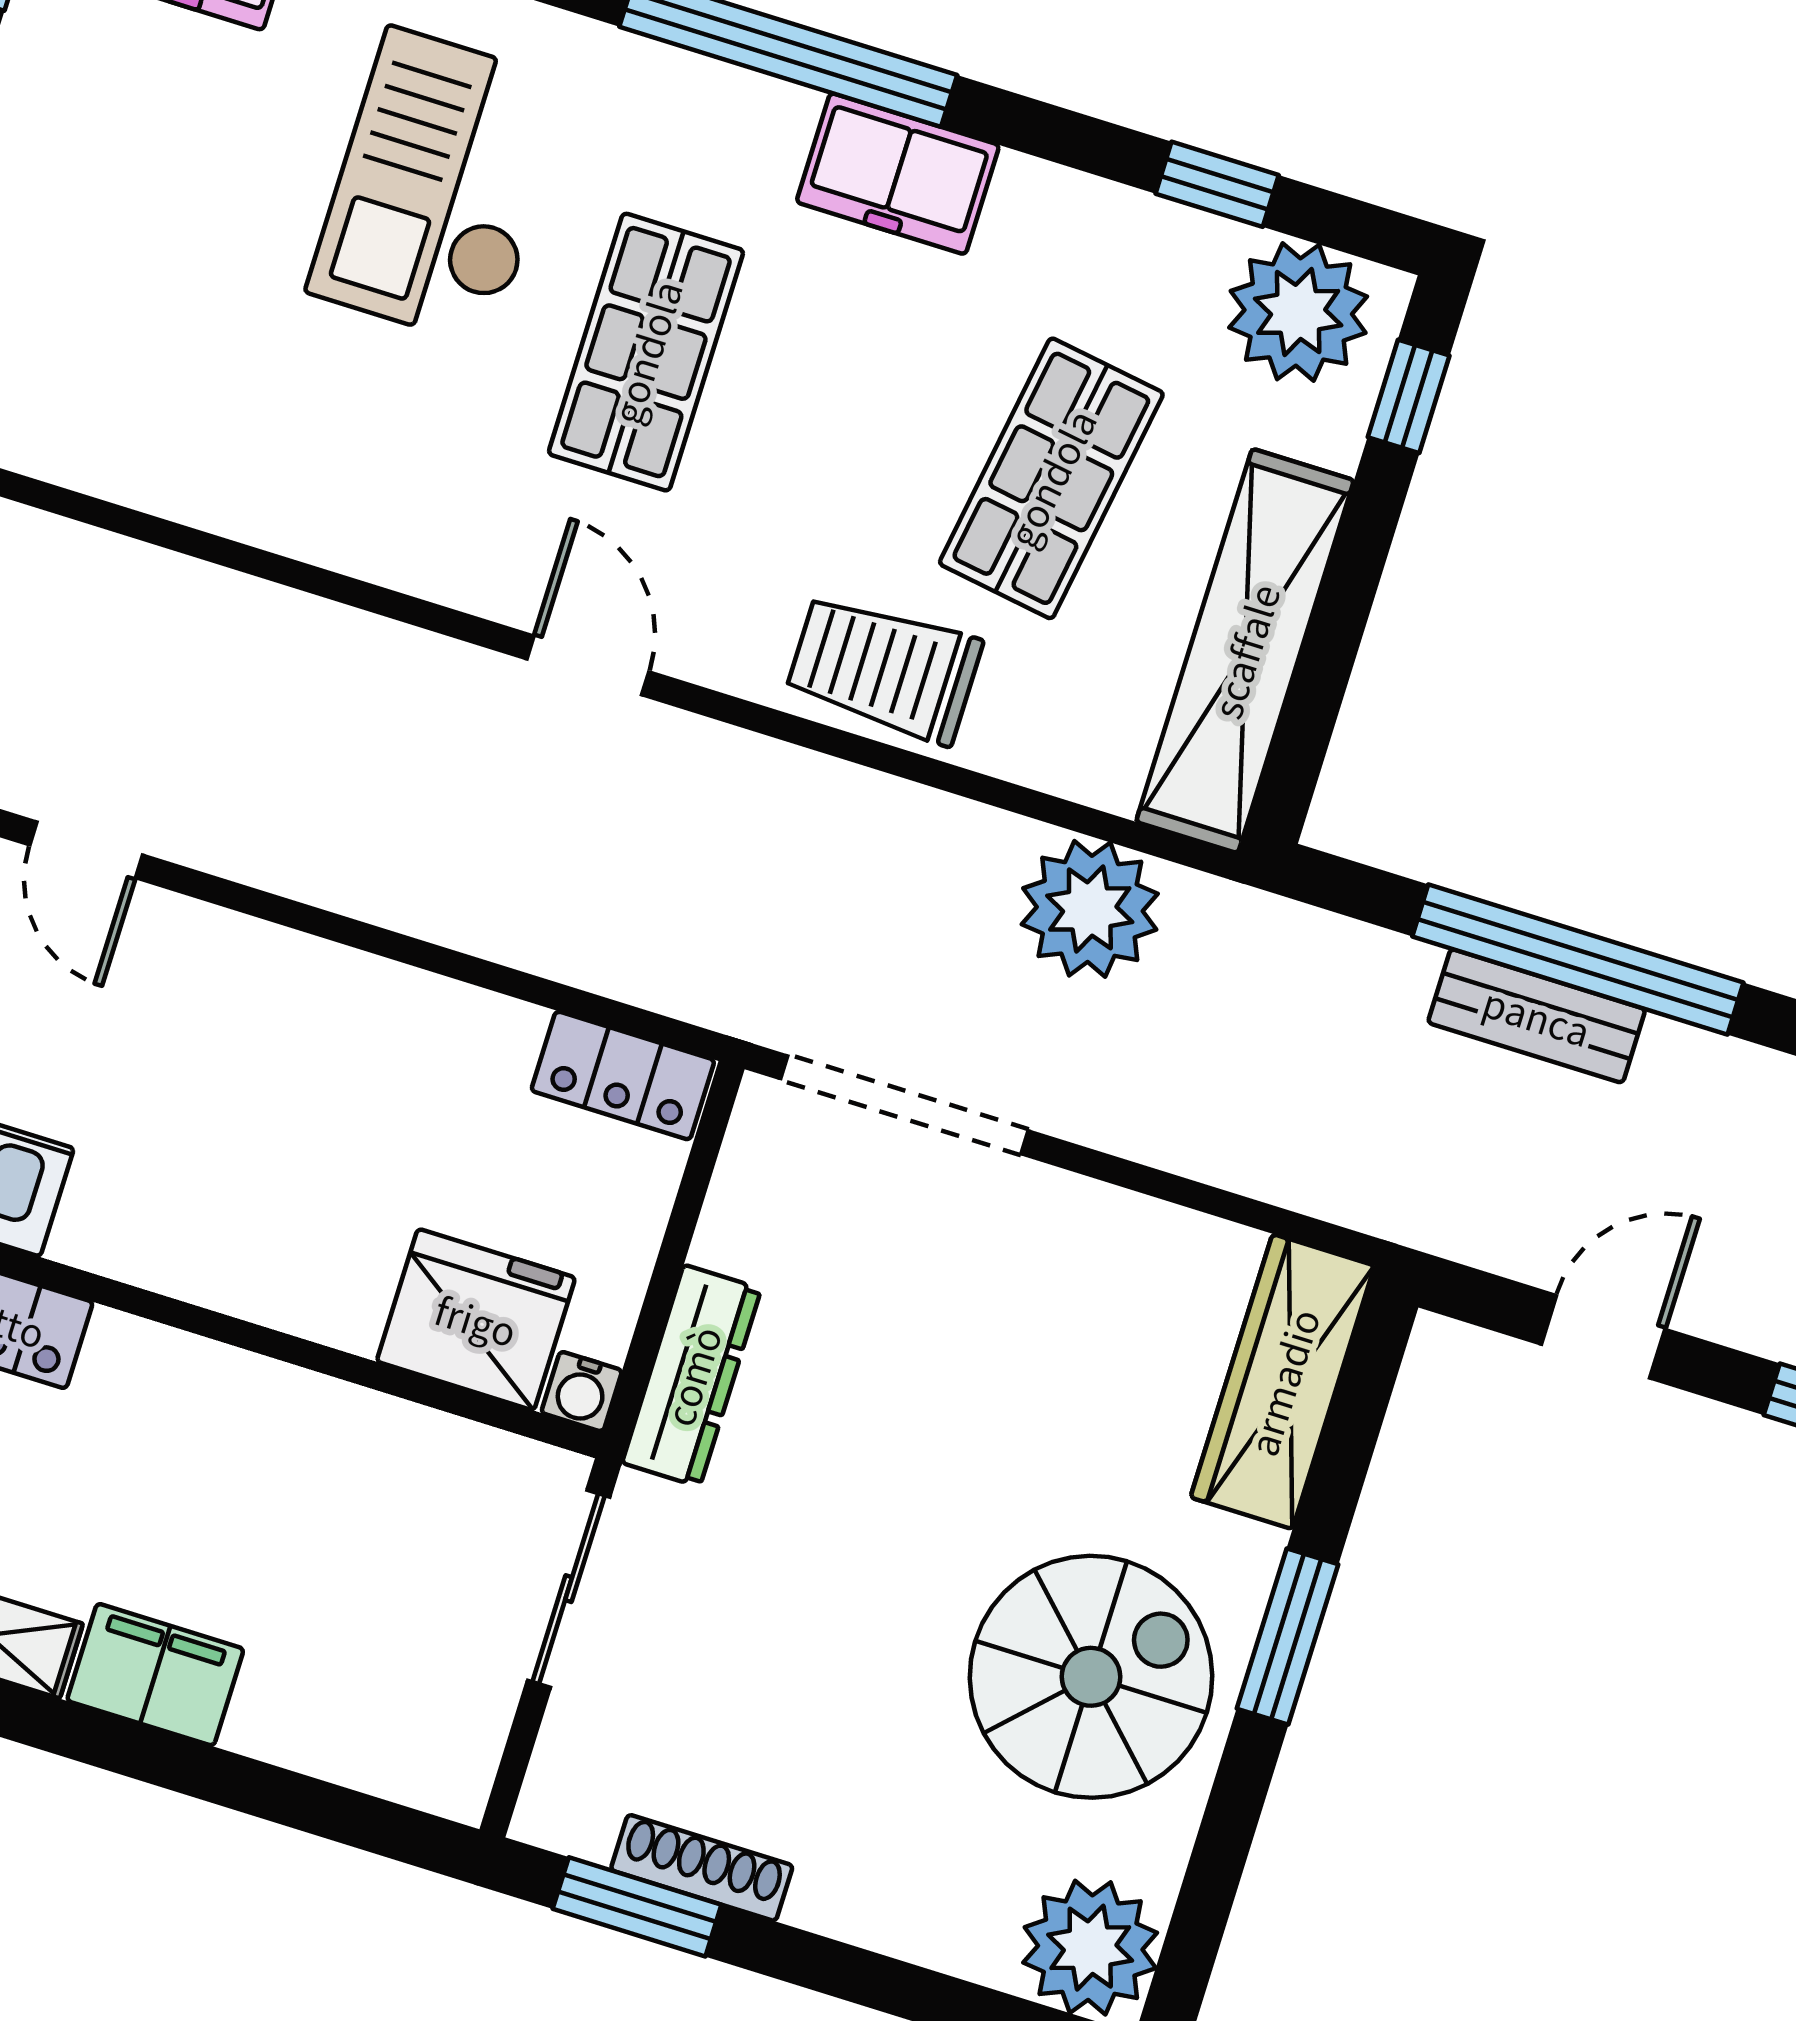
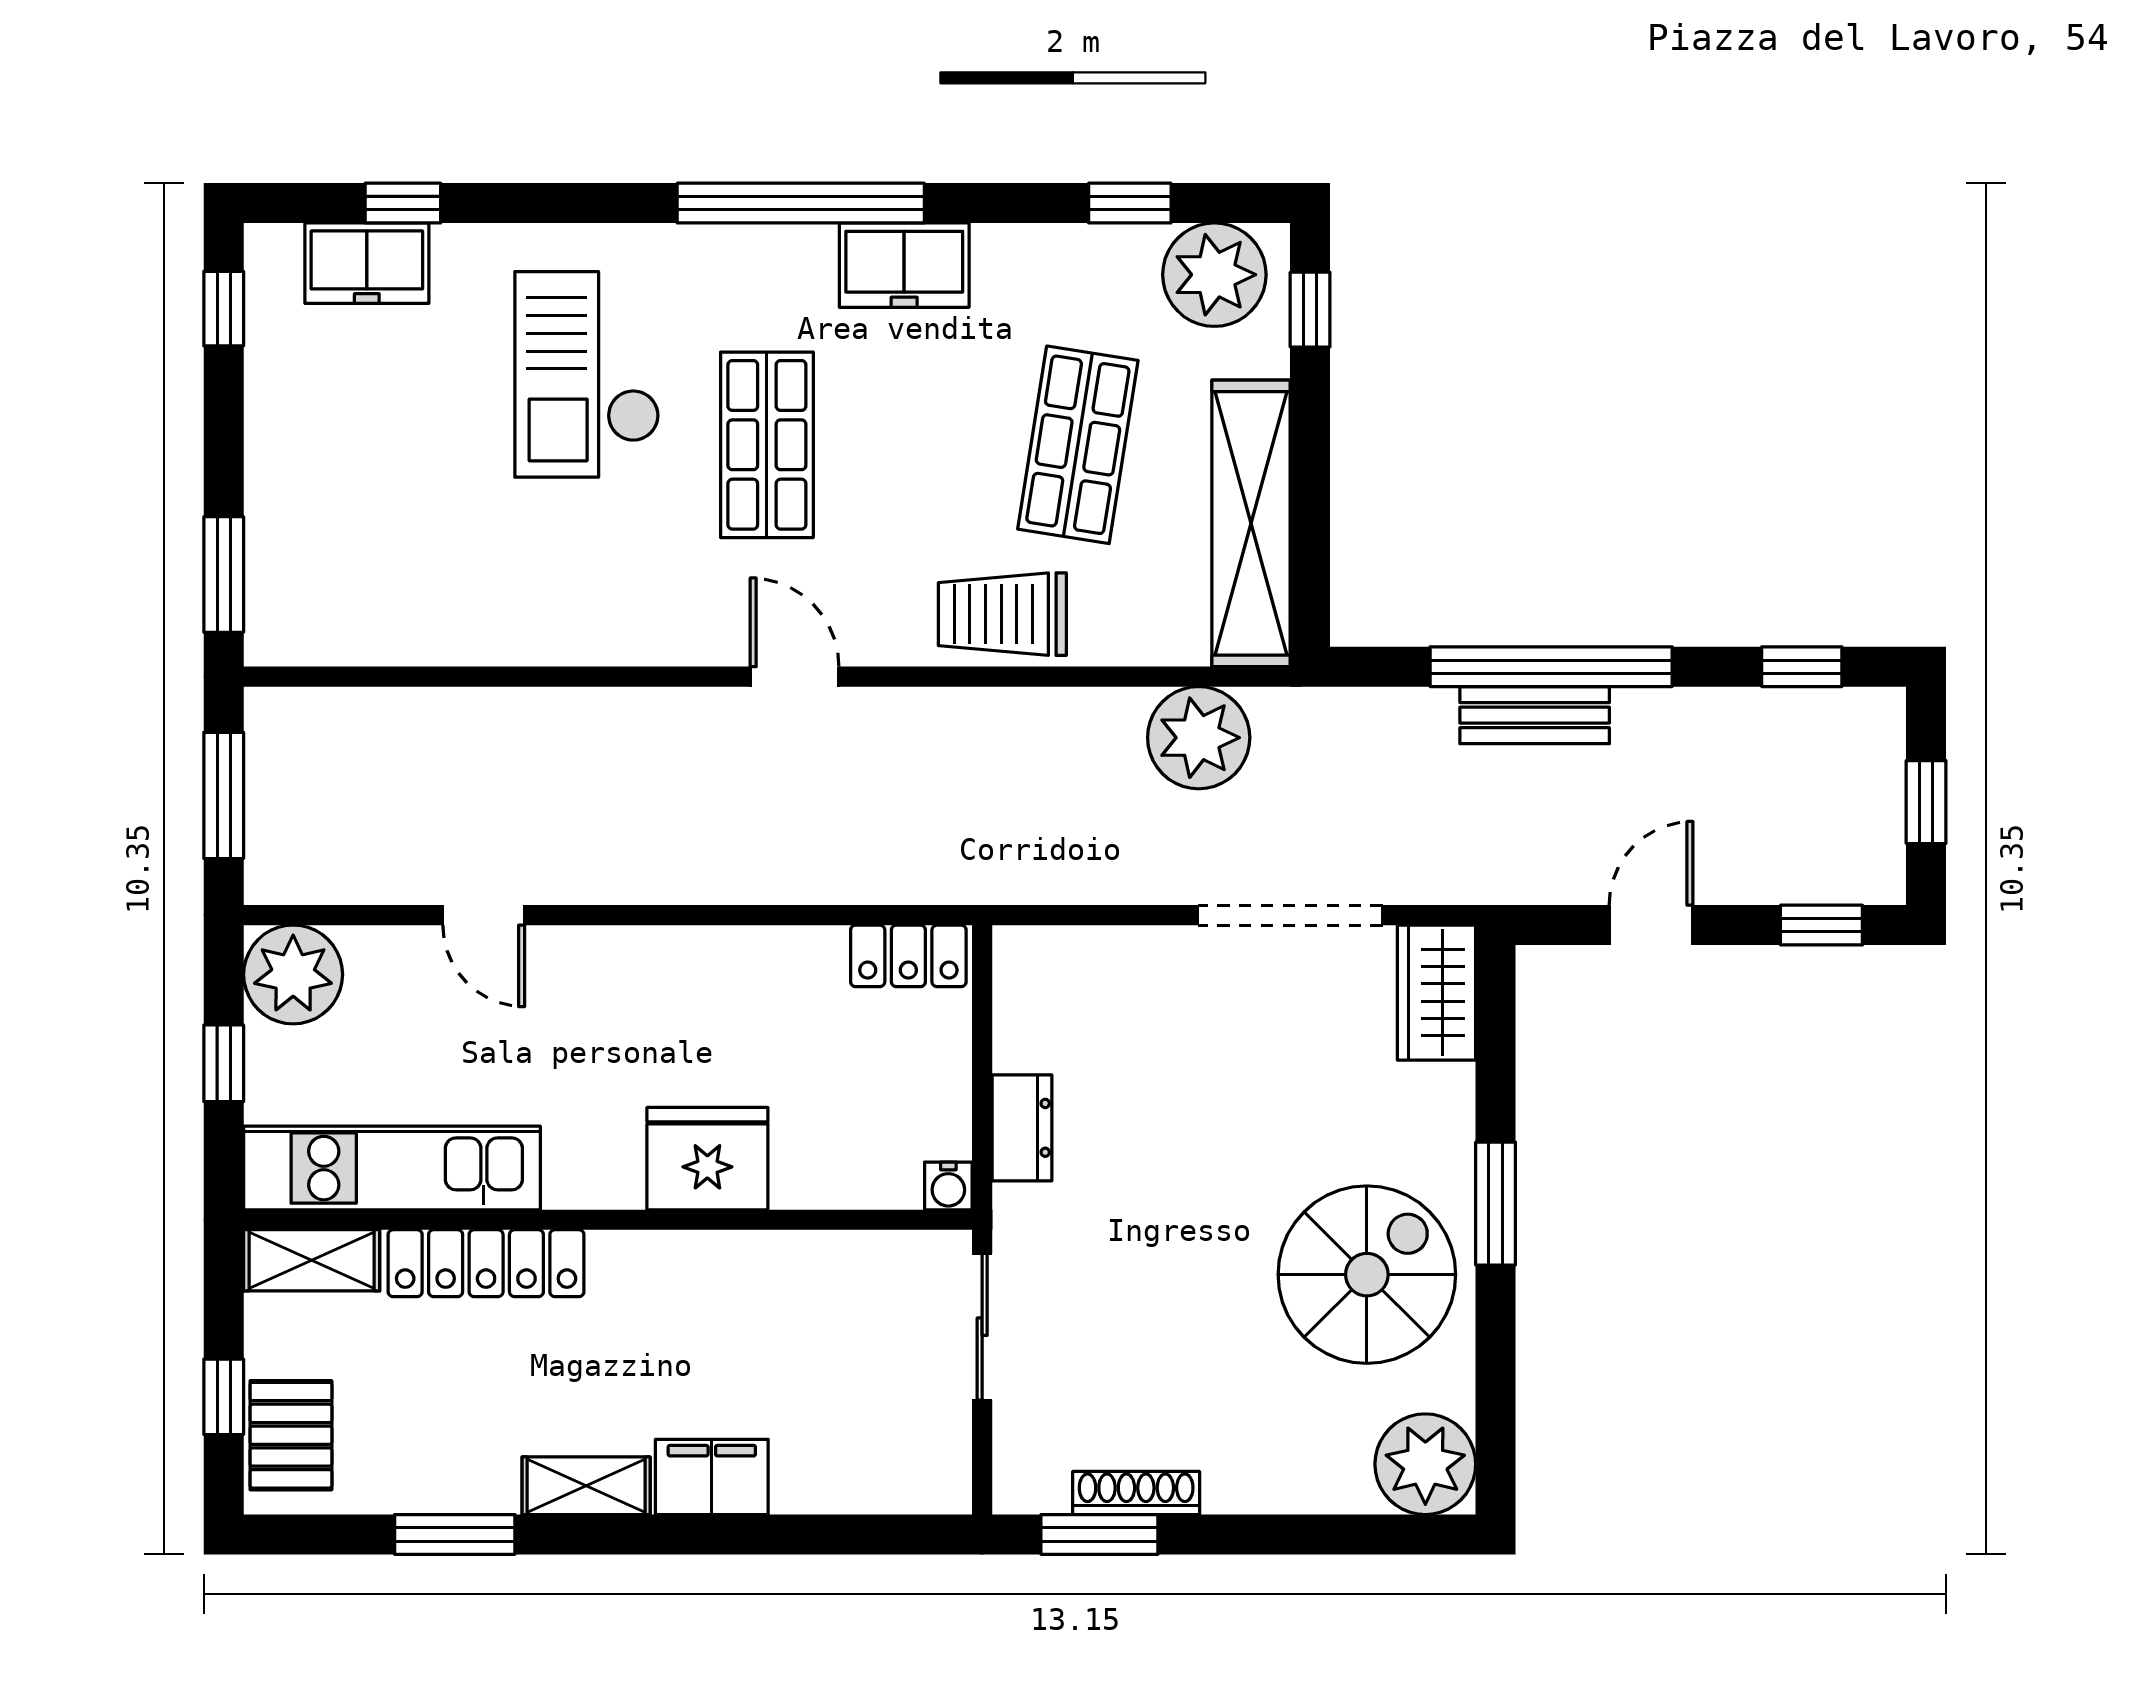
doorway: (904, 1105) -> (1290, 915), moved
fridge: (476, 1320) -> (707, 1159), moved
dresser: (692, 1376) -> (1022, 1128), width x0.70
wardrobe: (1283, 1382) -> (1436, 993), width x0.67

